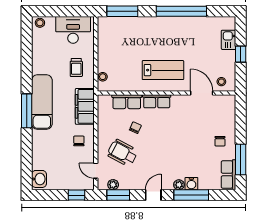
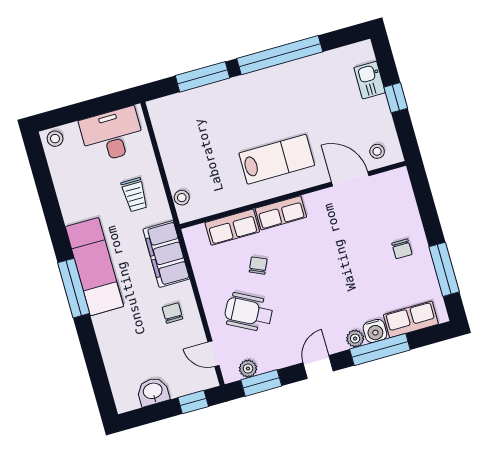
window: (122, 11) -> (202, 77), moved
row of seats: (228, 175) -> (411, 319), moved, turned 90
washbasin: (39, 179) -> (153, 392), moved, turned -90

